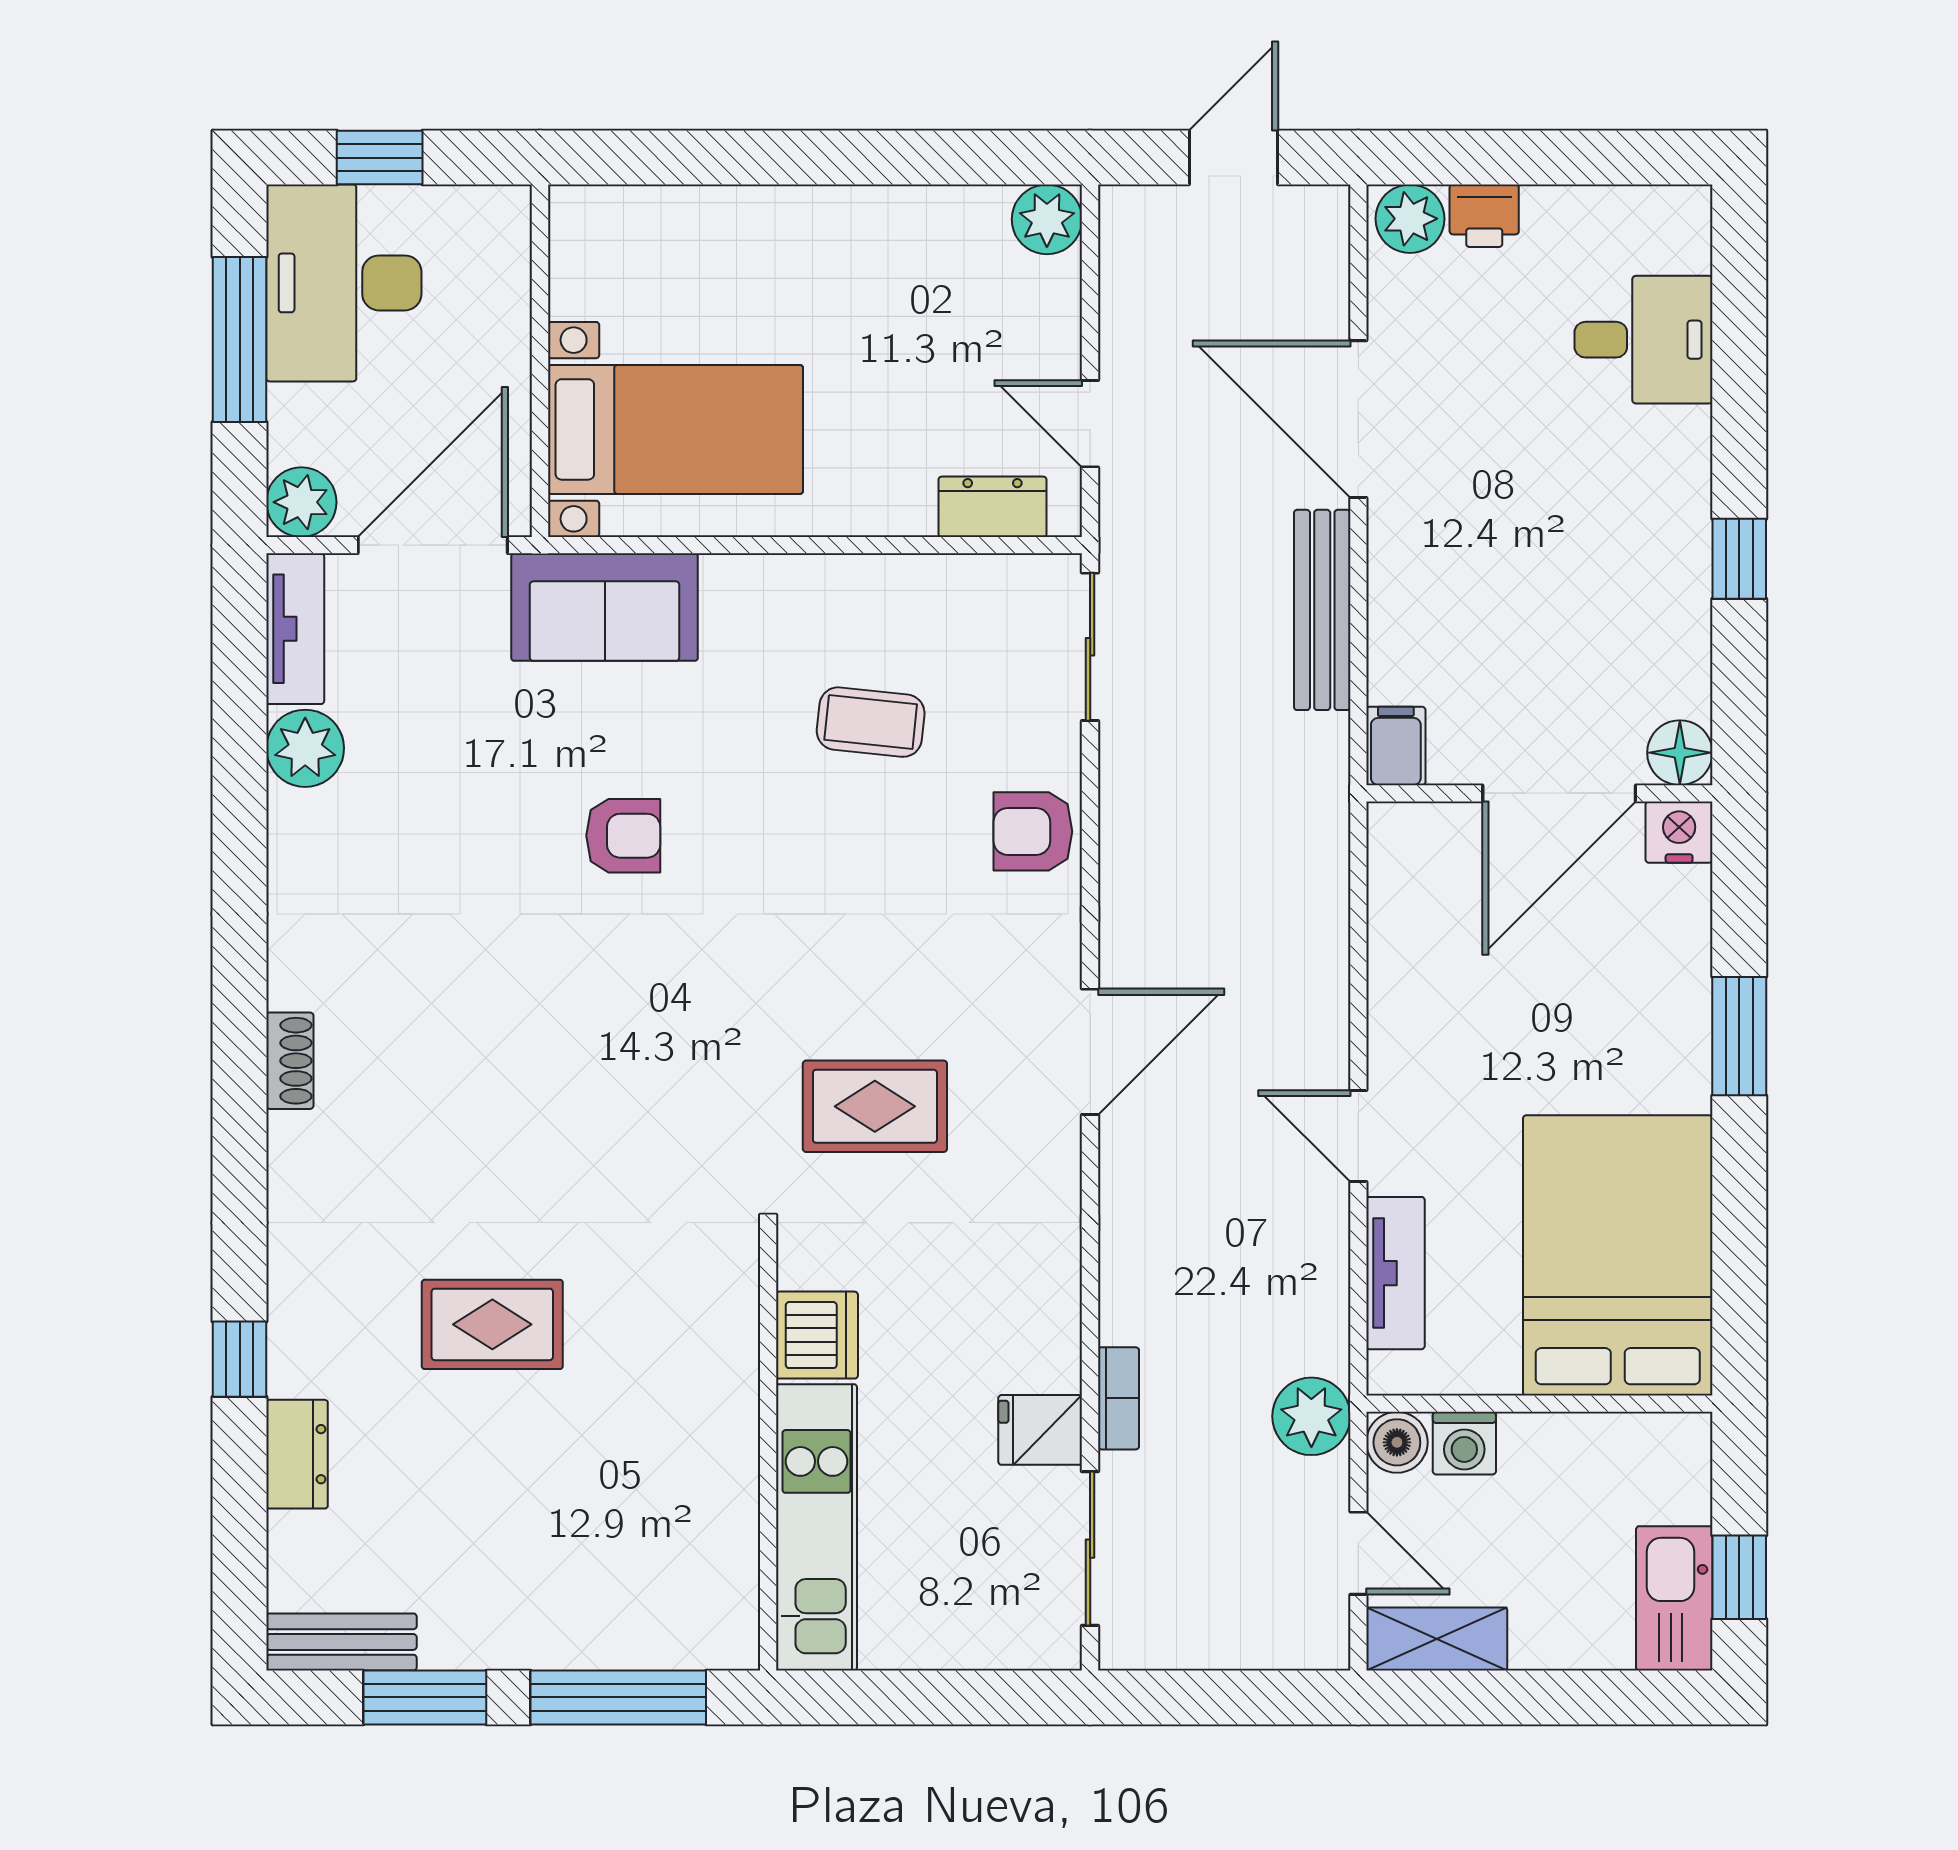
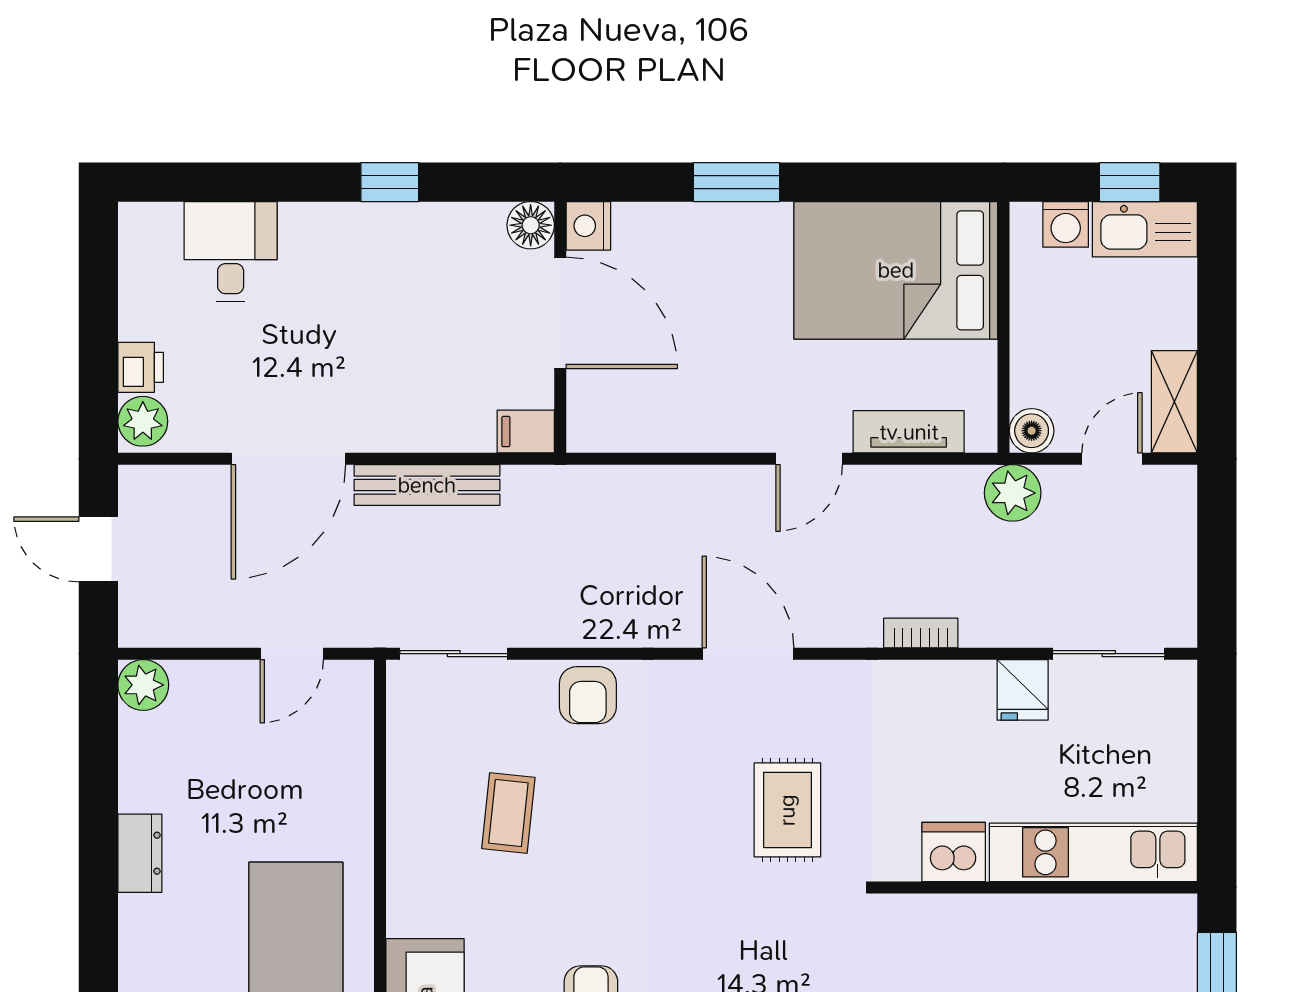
dresser: (992, 507) -> (140, 853), moved, turned 180
bookcase: (1119, 1398) -> (921, 633), moved
washing machine: (1464, 1443) -> (1066, 224), moved, turned 90

